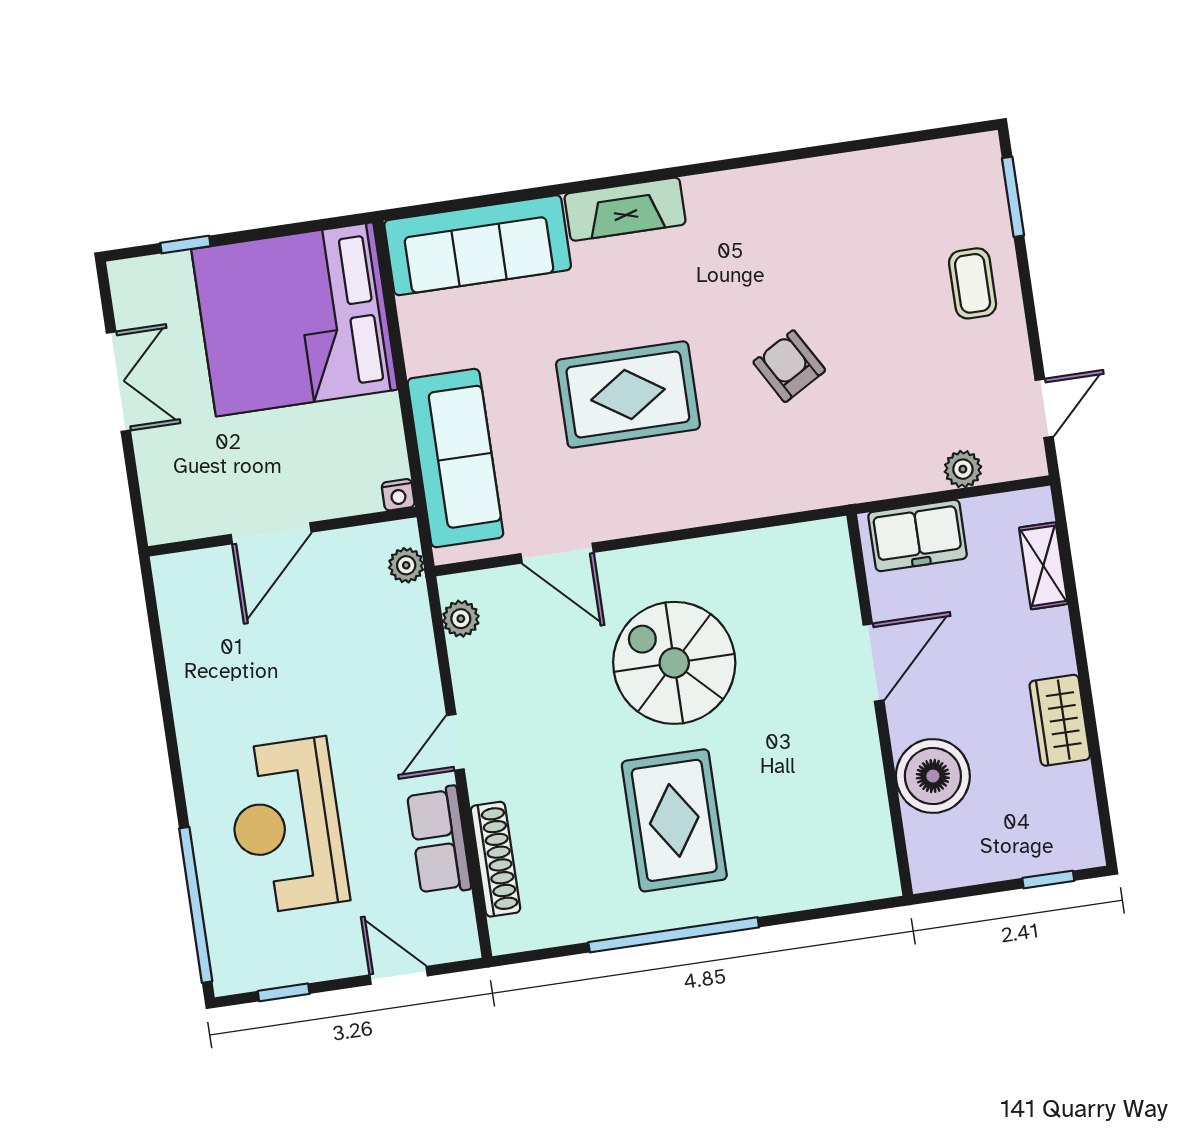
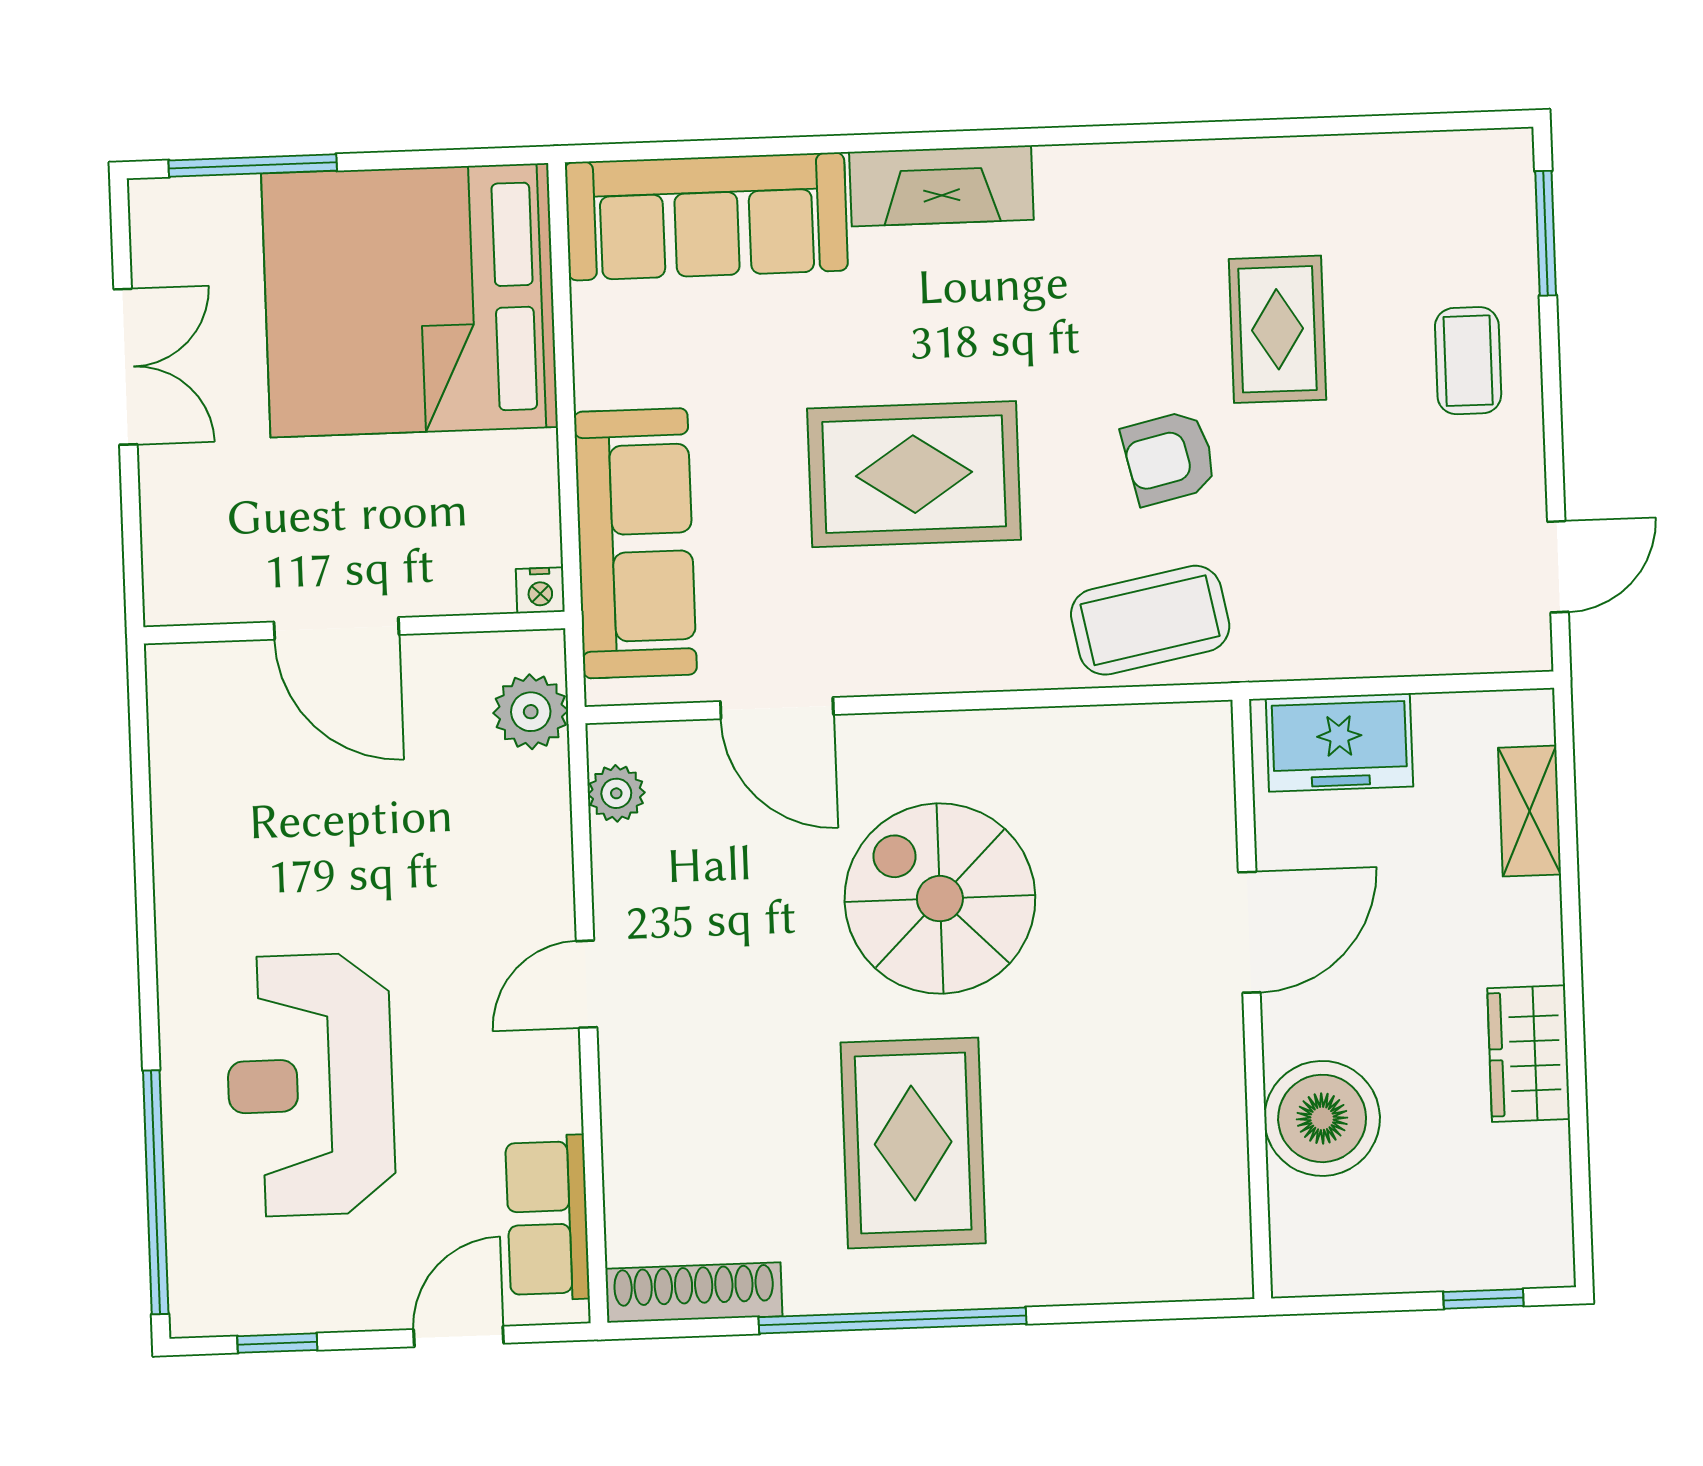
window: (185, 245) -> (253, 165), width x2.17
rug: (849, 277) -> (1278, 329), added
armchair: (789, 366) -> (1169, 458), turned -73
plant: (963, 469) -> (1421, 647), removed
coffee table: (788, 471) -> (1150, 620), added
door: (271, 533) -> (336, 628), hinge flipped
plant: (406, 565) -> (531, 712), width x1.38, depth x1.38
row of seats: (439, 841) -> (547, 1218), moved
shoe rack: (495, 859) -> (694, 1292), moved, turned -90
door: (399, 975) -> (459, 1336), hinge flipped

